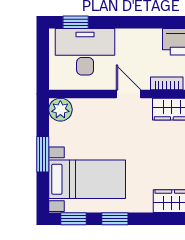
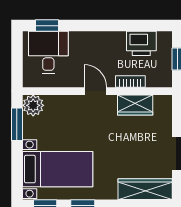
desk: (85, 52) -> (48, 53), width x0.73
window: (43, 154) -> (17, 124), moved

